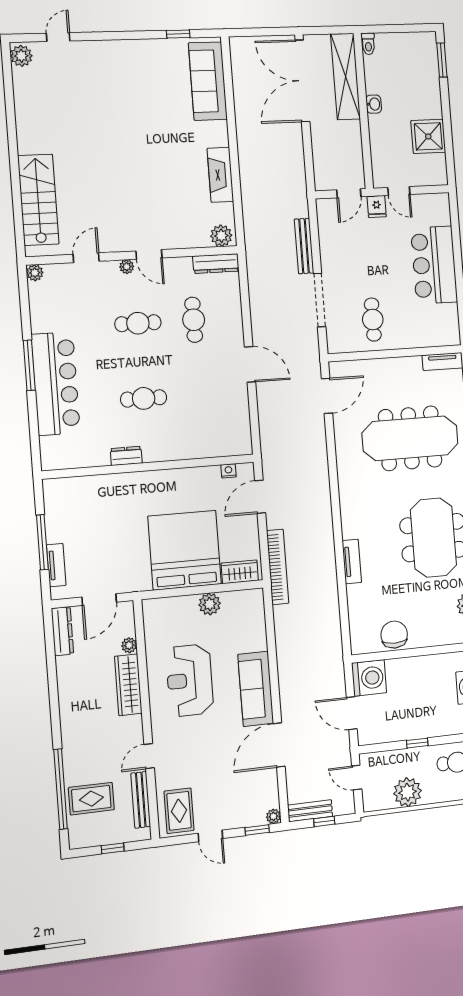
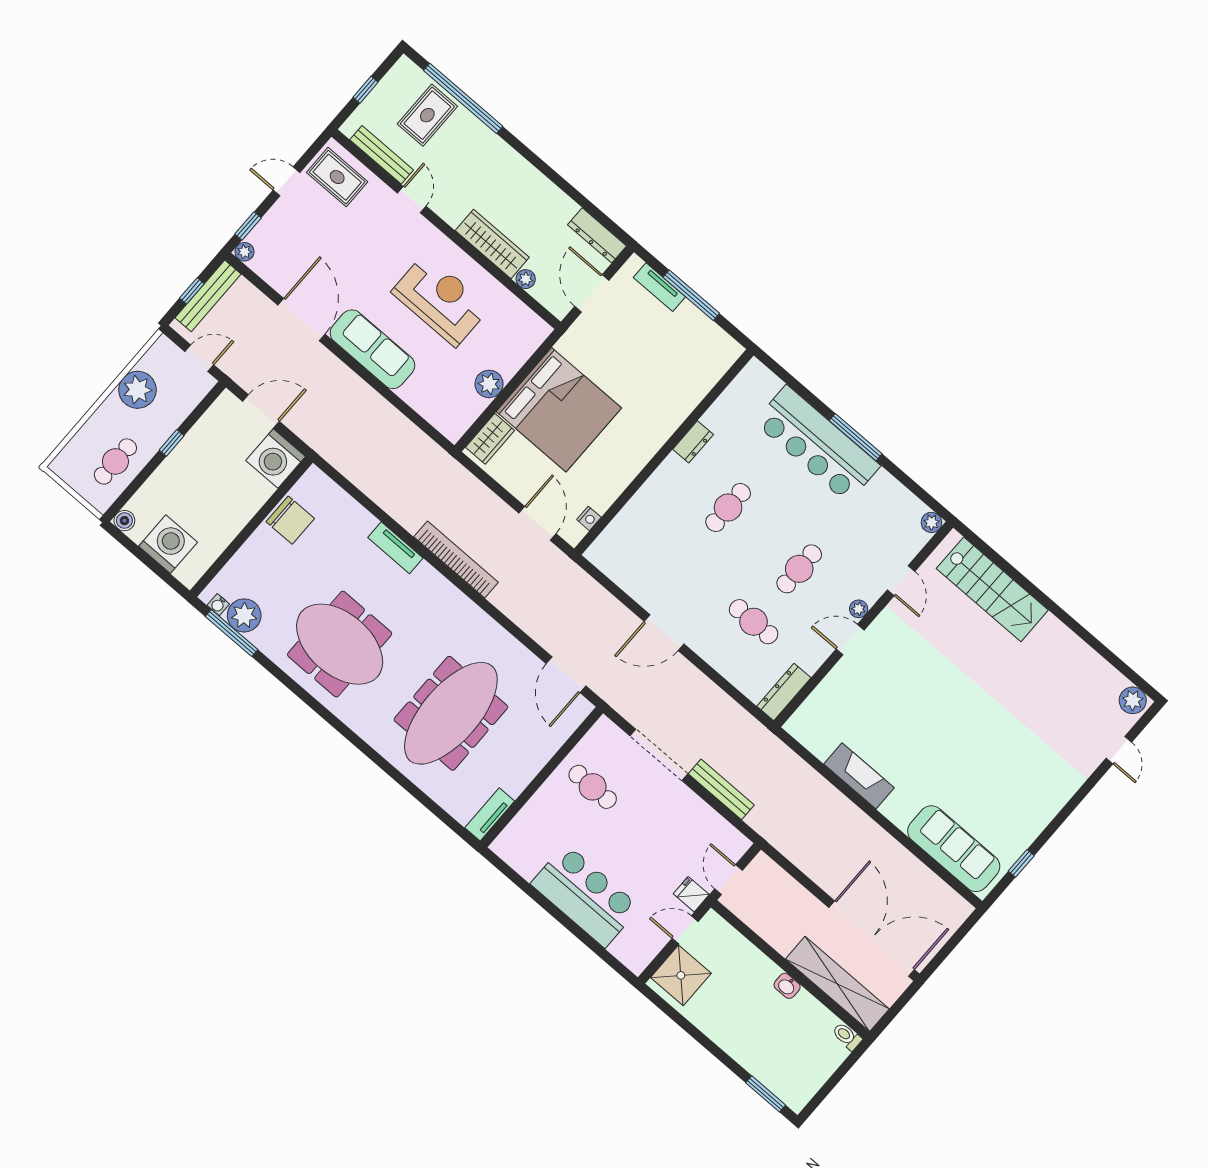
shower: (428, 136) -> (681, 975), moved
plant: (221, 236) -> (804, 722), removed
bookcase: (278, 567) -> (456, 559), moved, turned 180
bench: (310, 811) -> (208, 296), width x1.36

